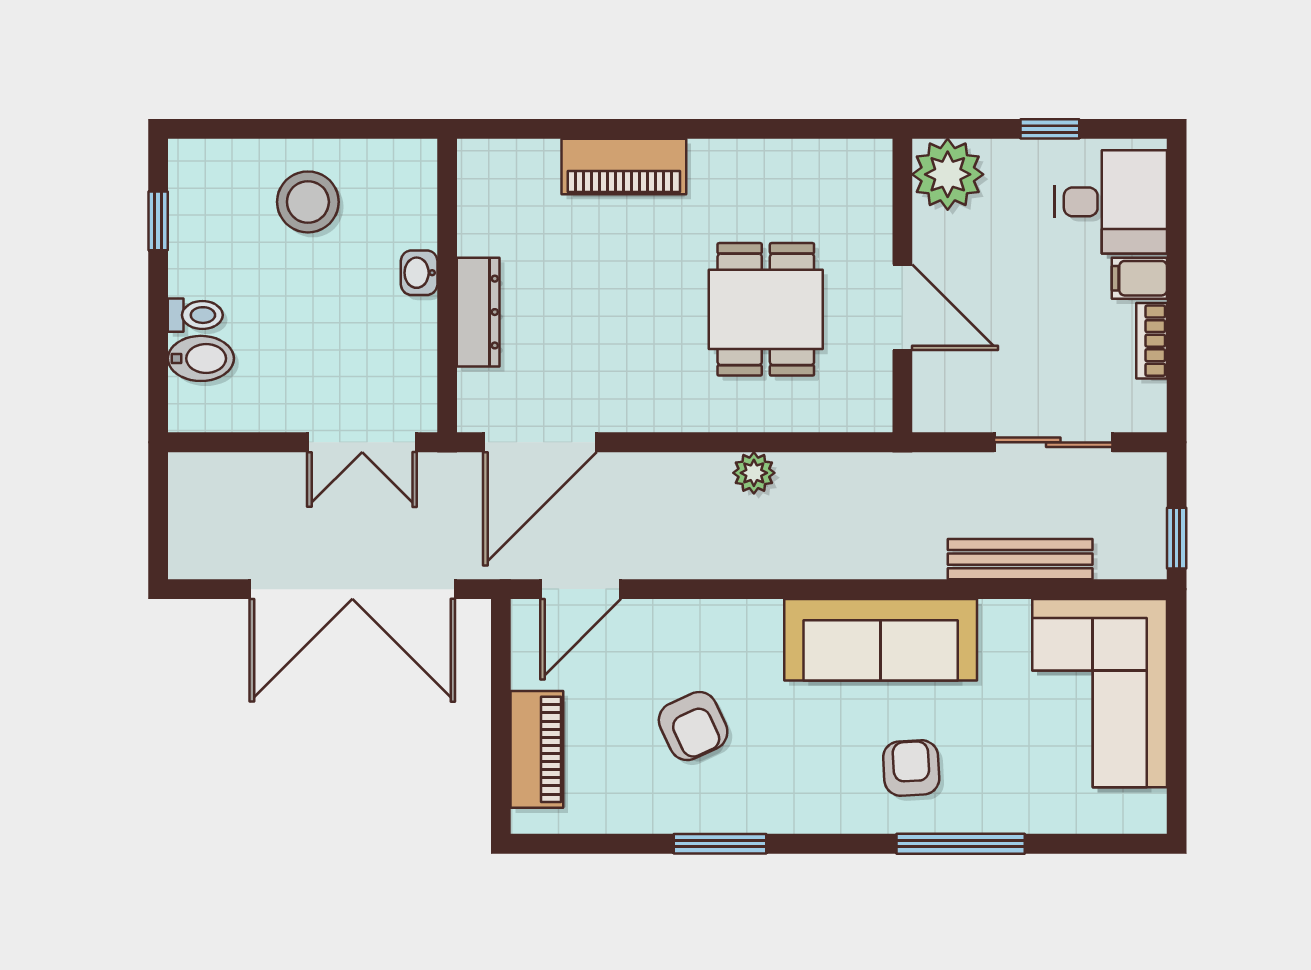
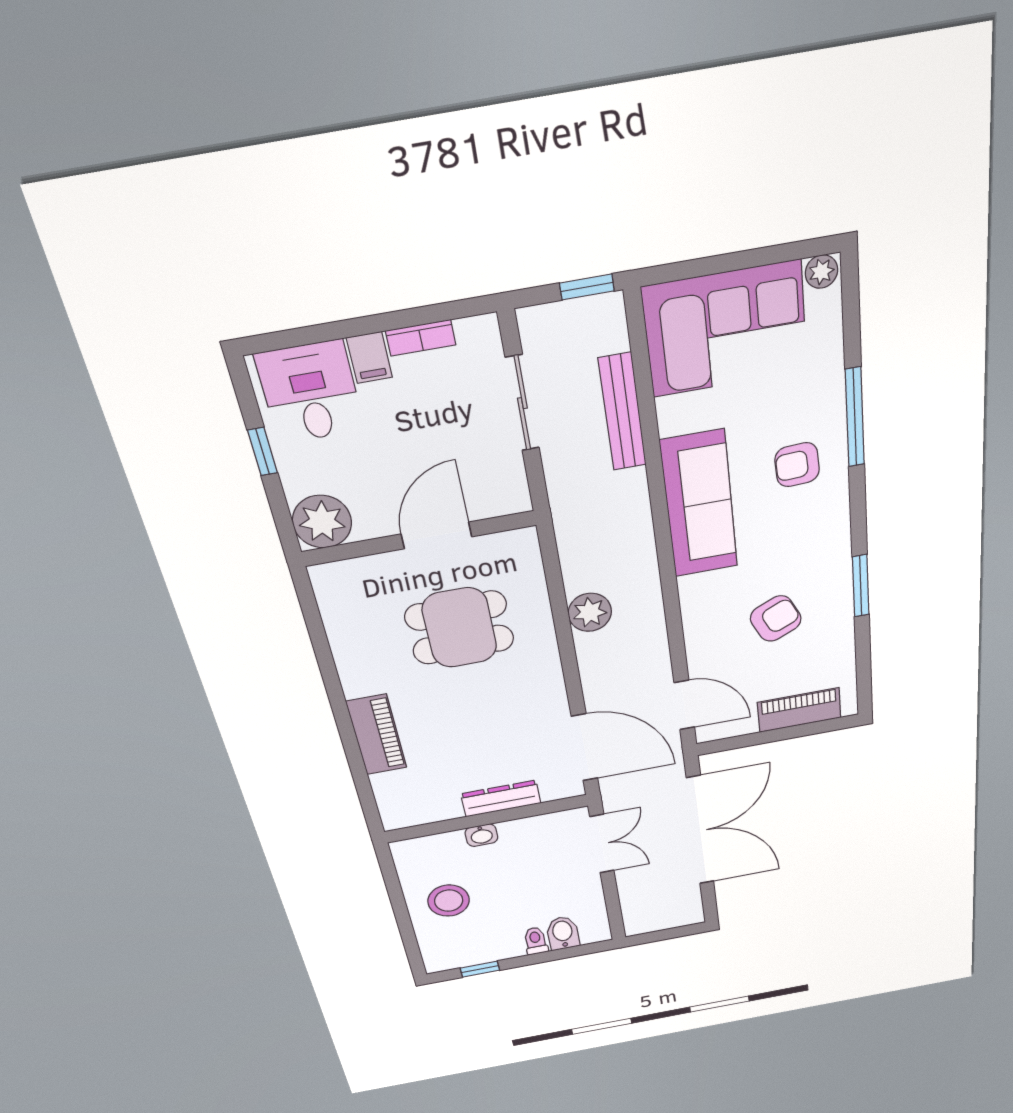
plant: (754, 473) -> (590, 612), width x1.38, depth x1.38
plant: (1148, 810) -> (821, 272), added

